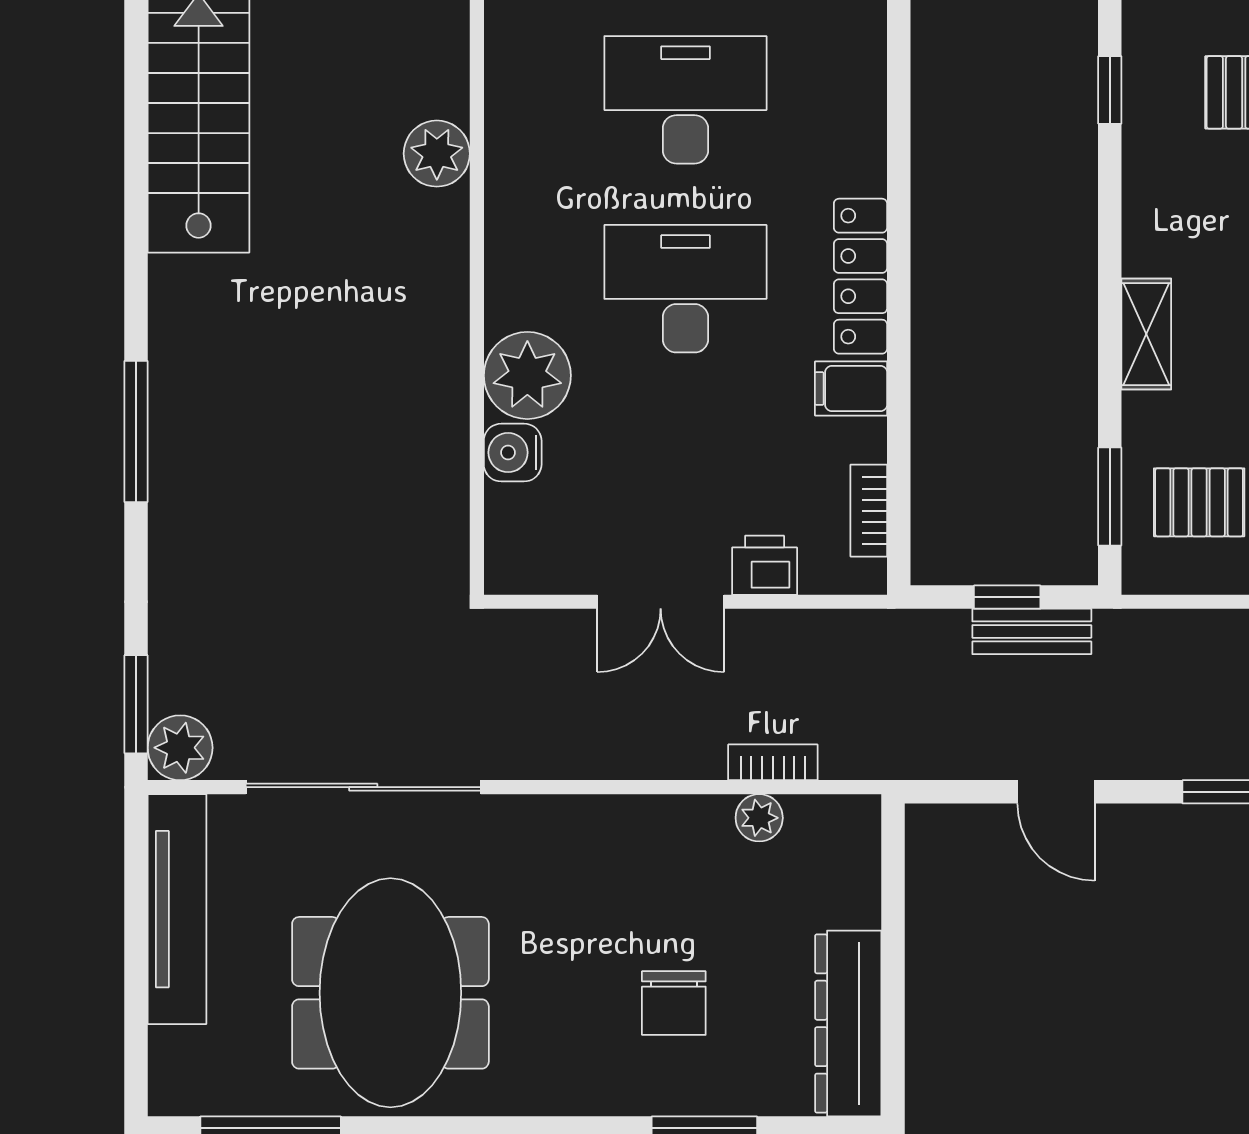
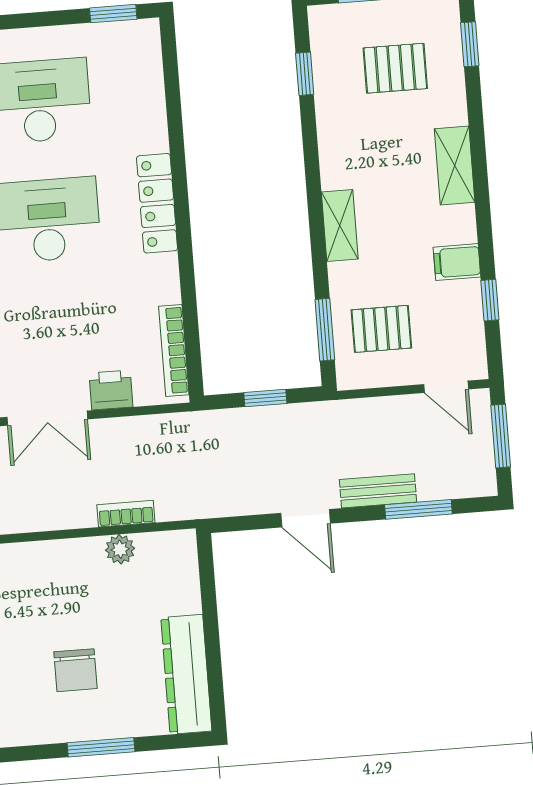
filing cabinet: (851, 389) -> (157, 274), removed
bookcase: (869, 511) -> (174, 350), width x1.56
bench: (1032, 631) -> (378, 491), moved

